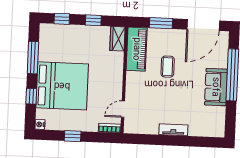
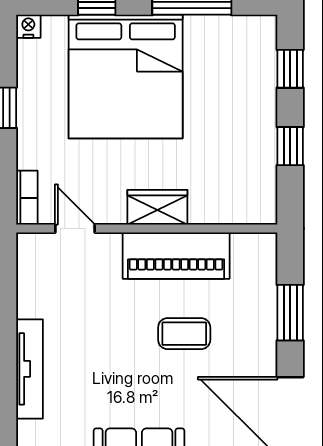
wardrobe: (117, 39) -> (157, 207), moved
piano: (137, 49) -> (176, 256), moved
tv unit: (173, 130) -> (29, 369), width x1.41

